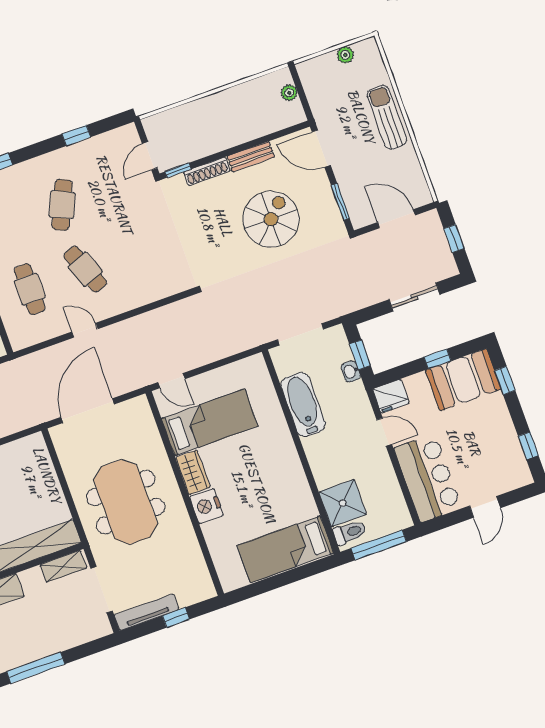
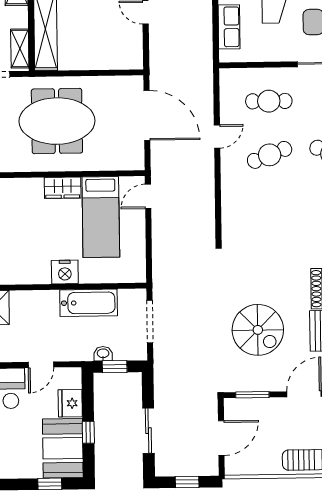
fridge: (391, 396) -> (70, 403), moved
nightstand: (206, 506) -> (65, 272), moved, turned 180

